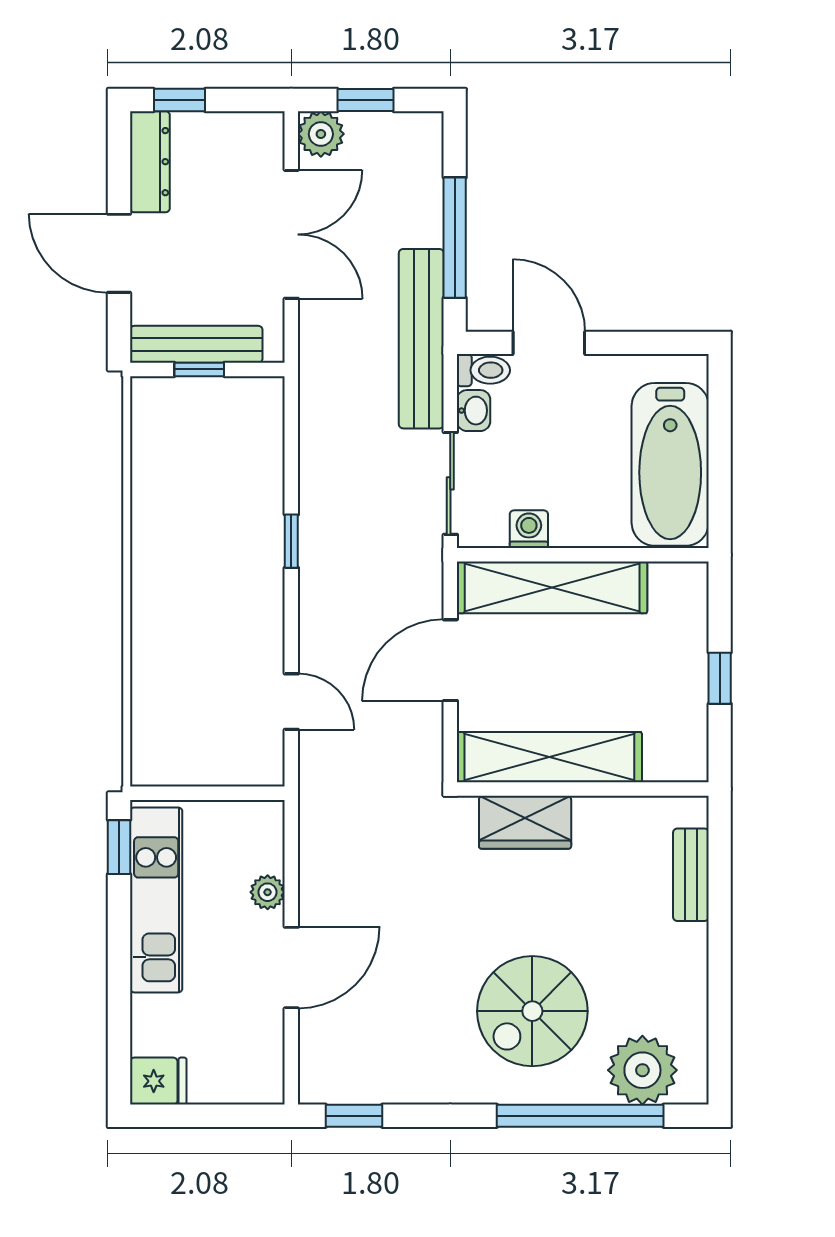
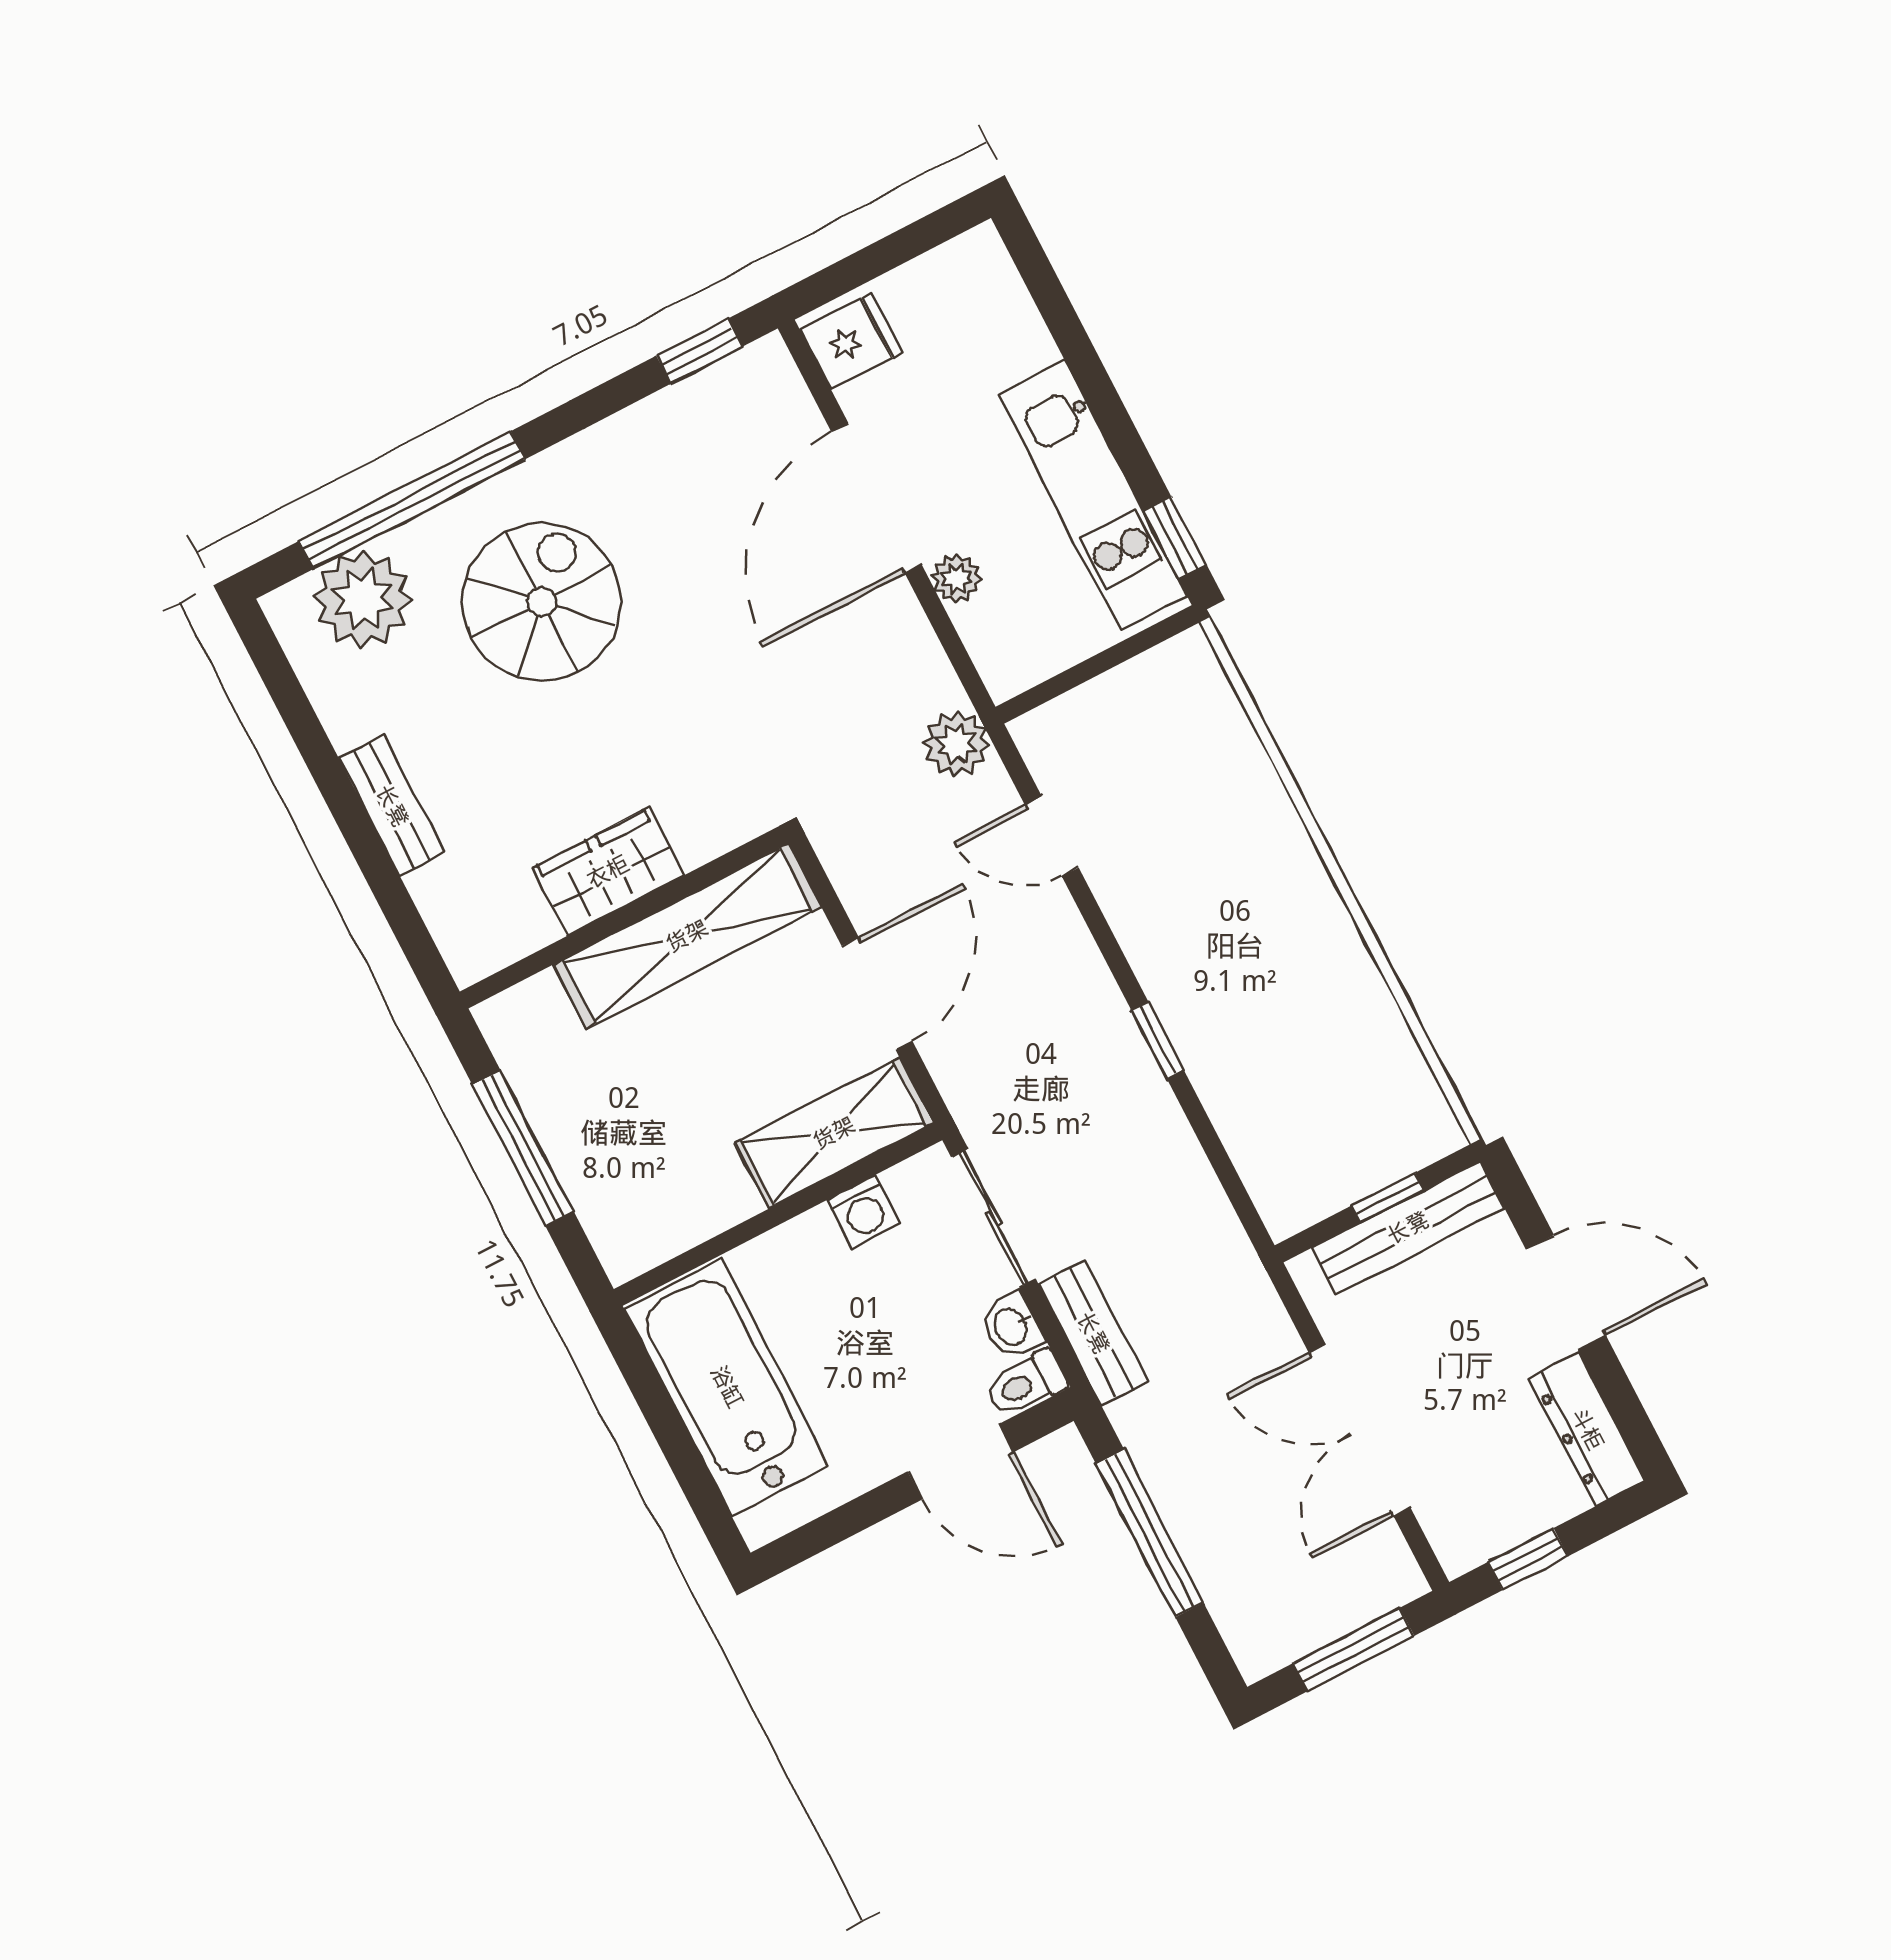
window: (179, 100) -> (1528, 1559), moved
window: (366, 100) -> (1354, 1650), width x1.50
plant: (321, 134) -> (956, 744), moved
bench: (421, 339) -> (1093, 1333), width x0.54, depth x0.82
shelving: (552, 587) -> (834, 1133), width x0.68
window: (720, 678) -> (523, 1148), width x2.17
wardrobe: (525, 822) -> (608, 872), moved
bench: (691, 875) -> (392, 806), moved
door: (291, 968) -> (877, 498), width x1.36
fridge: (158, 1081) -> (851, 341), moved, turned 180

